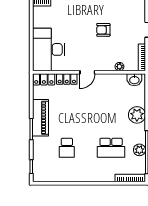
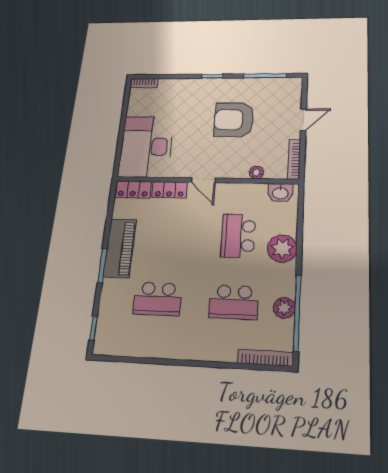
armchair: (103, 30) -> (234, 120), width x1.88, depth x1.88
door: (87, 72) -> (204, 180), hinge flipped
school desk: (111, 108) -> (238, 236), added
school desk: (67, 148) -> (158, 299), width x1.85

